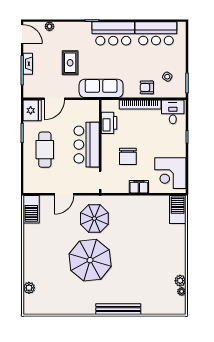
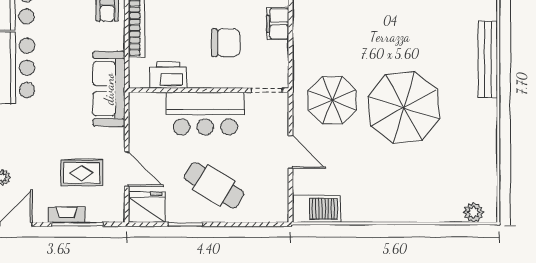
rug: (70, 63) -> (82, 173), moved
cafe table: (45, 150) -> (214, 185), turned 31
plant: (29, 288) -> (473, 212), moved

